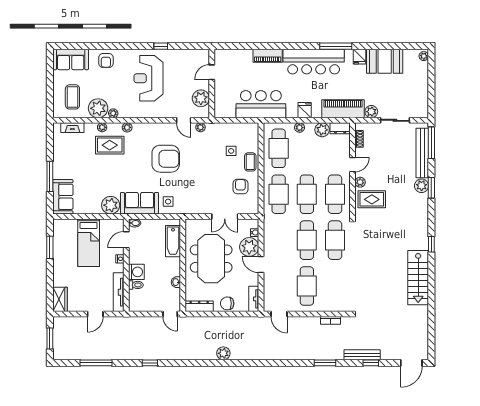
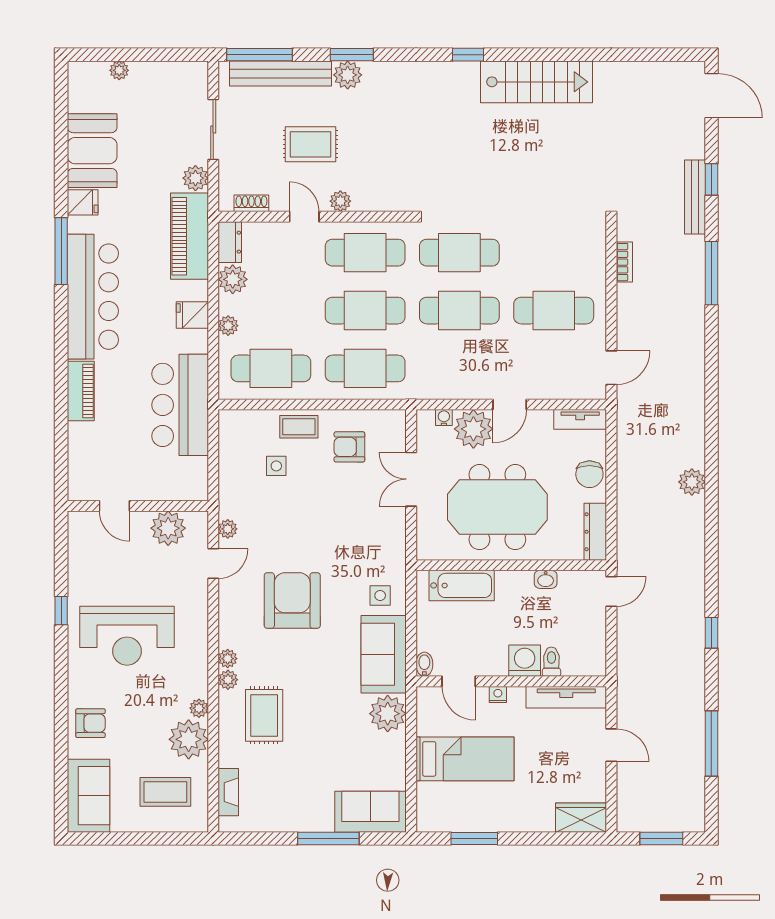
plant: (424, 56) -> (119, 70), moved
plant: (102, 127) -> (228, 659), moved
rug: (372, 199) -> (310, 144), moved, turned 90
double door: (225, 217) -> (411, 479), swing flipped
window: (325, 363) -> (711, 273), width x1.44

